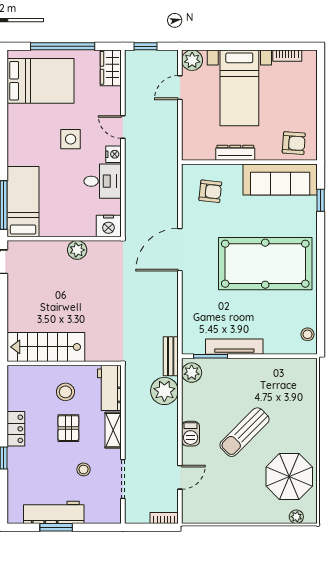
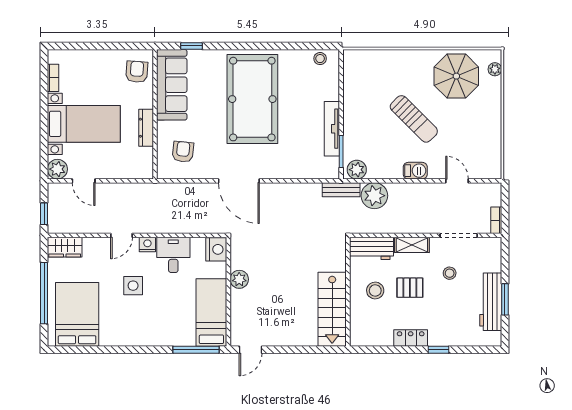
bed: (23, 202) -> (211, 313), moved, turned 90
bookcase: (164, 518) -> (496, 220), moved

